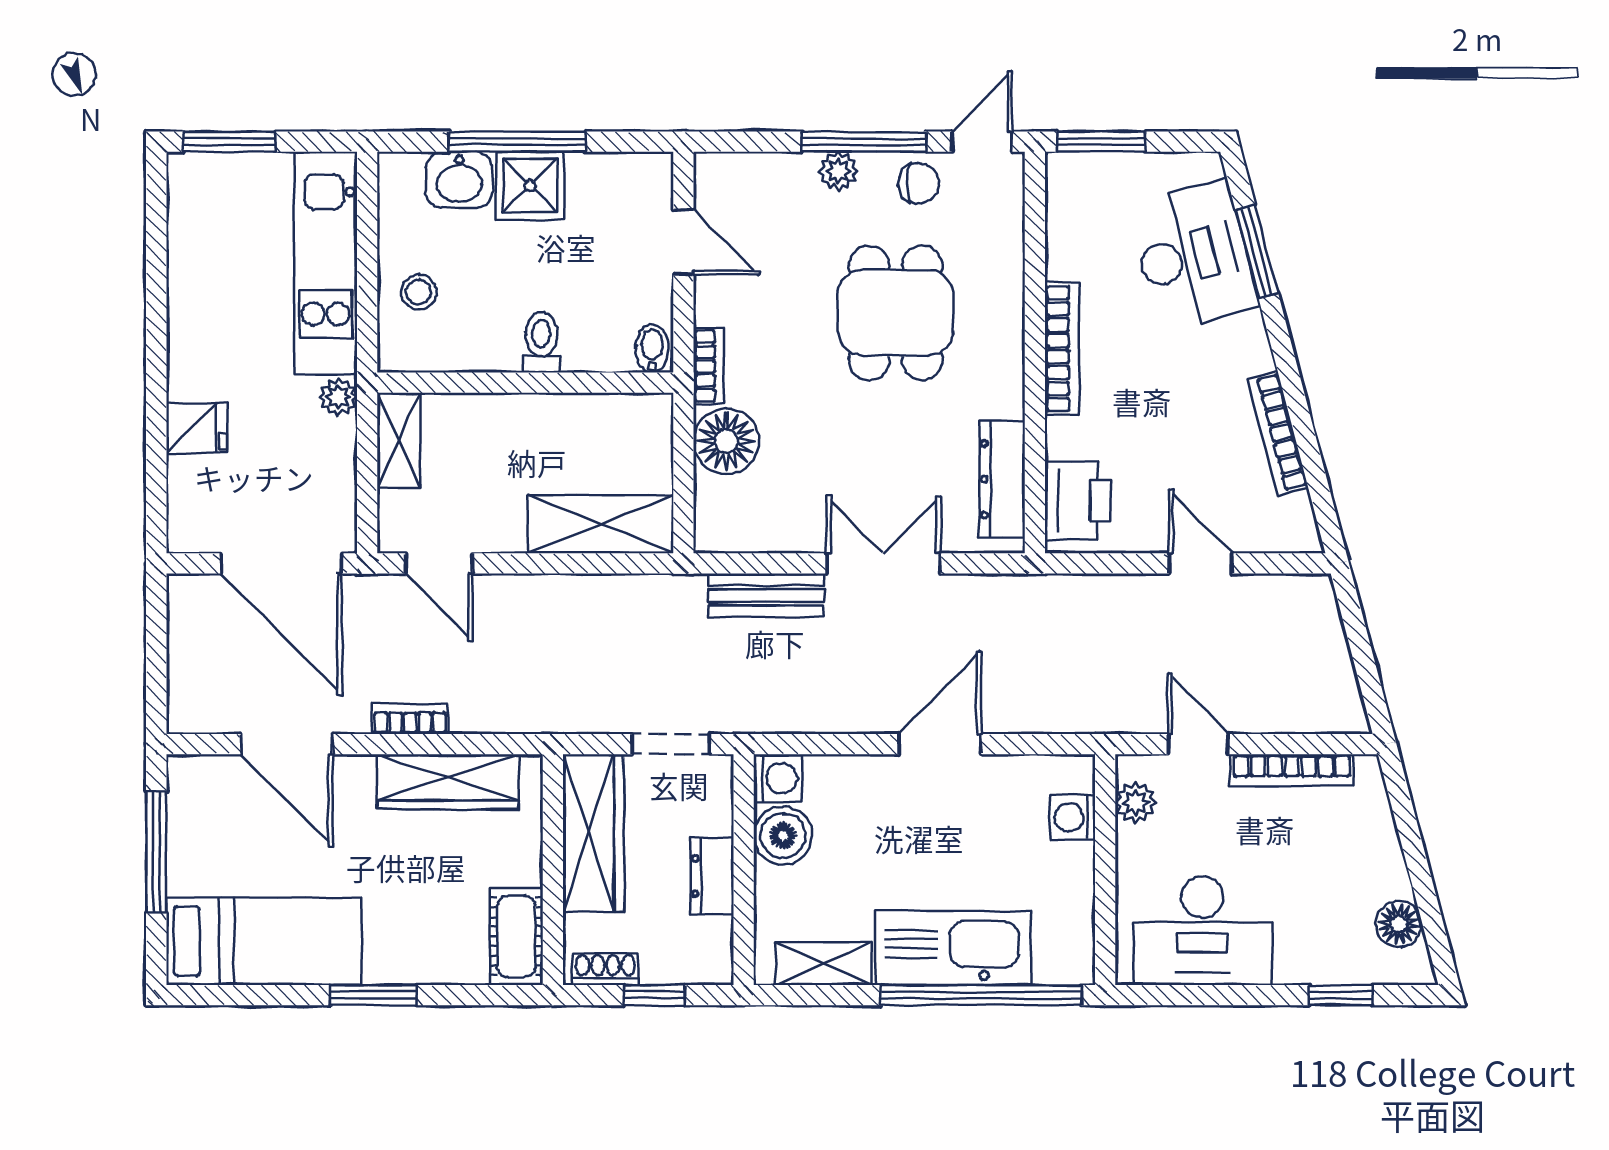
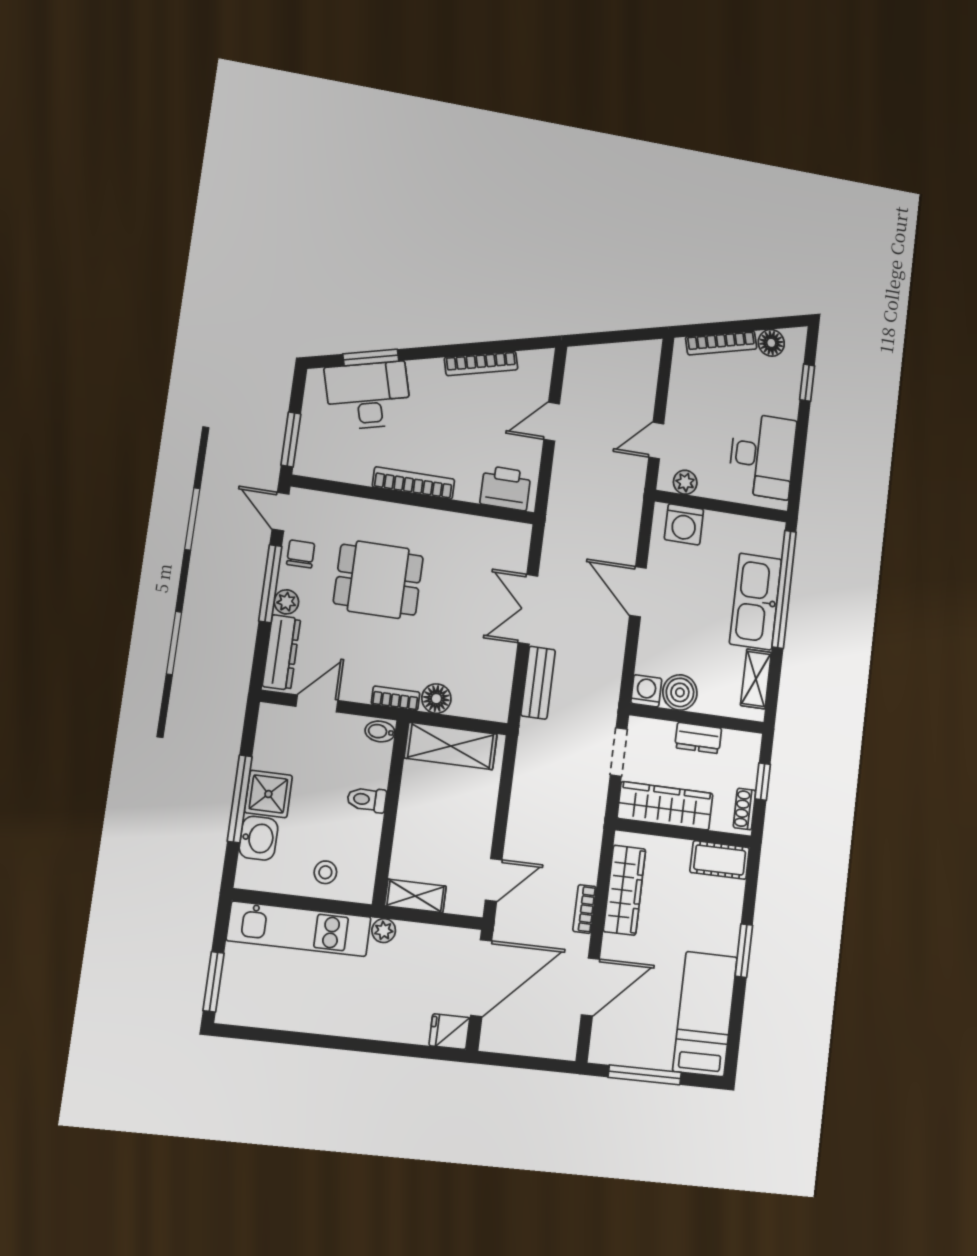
fridge: (197, 428) -> (449, 1032), moved, turned -90
floor lamp: (726, 441) -> (436, 699), width x0.73, depth x0.73
dresser: (1002, 479) -> (281, 652), moved, turned -90
shelving: (600, 524) -> (451, 746), moved, turned 90
bookcase: (1292, 770) -> (721, 343), moved, turned 75
washing machine: (1073, 817) -> (684, 524), width x1.38, depth x1.38

